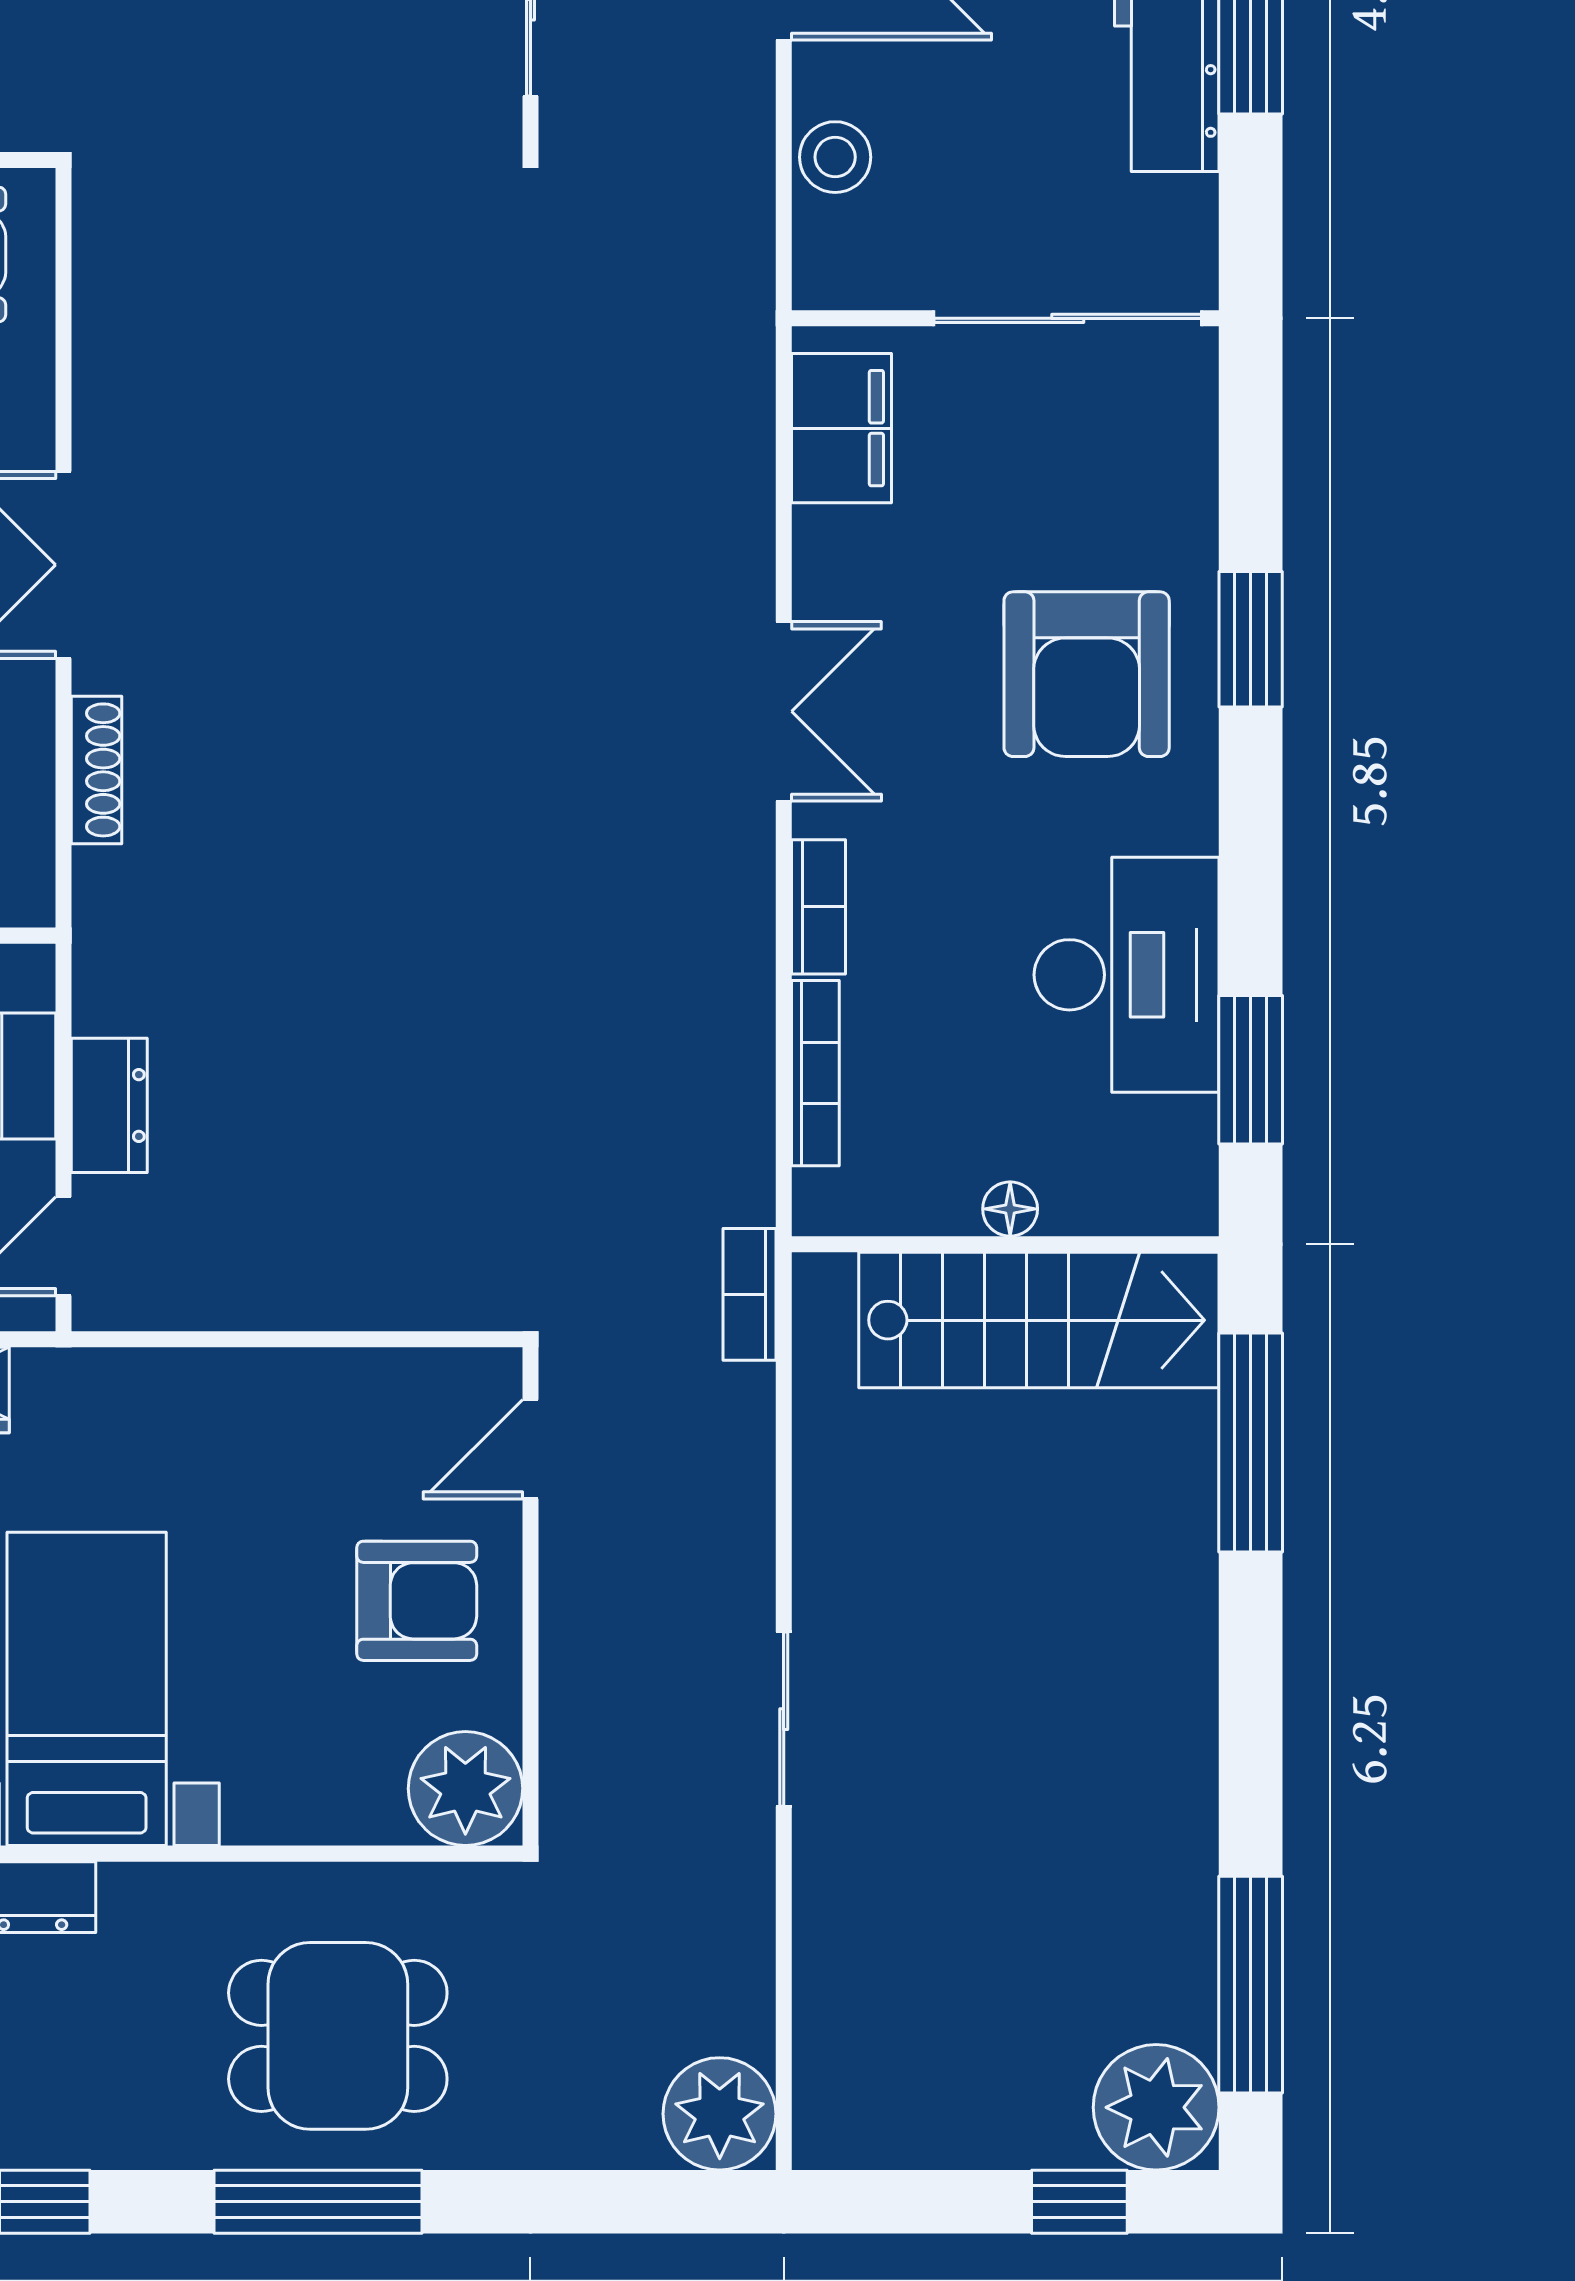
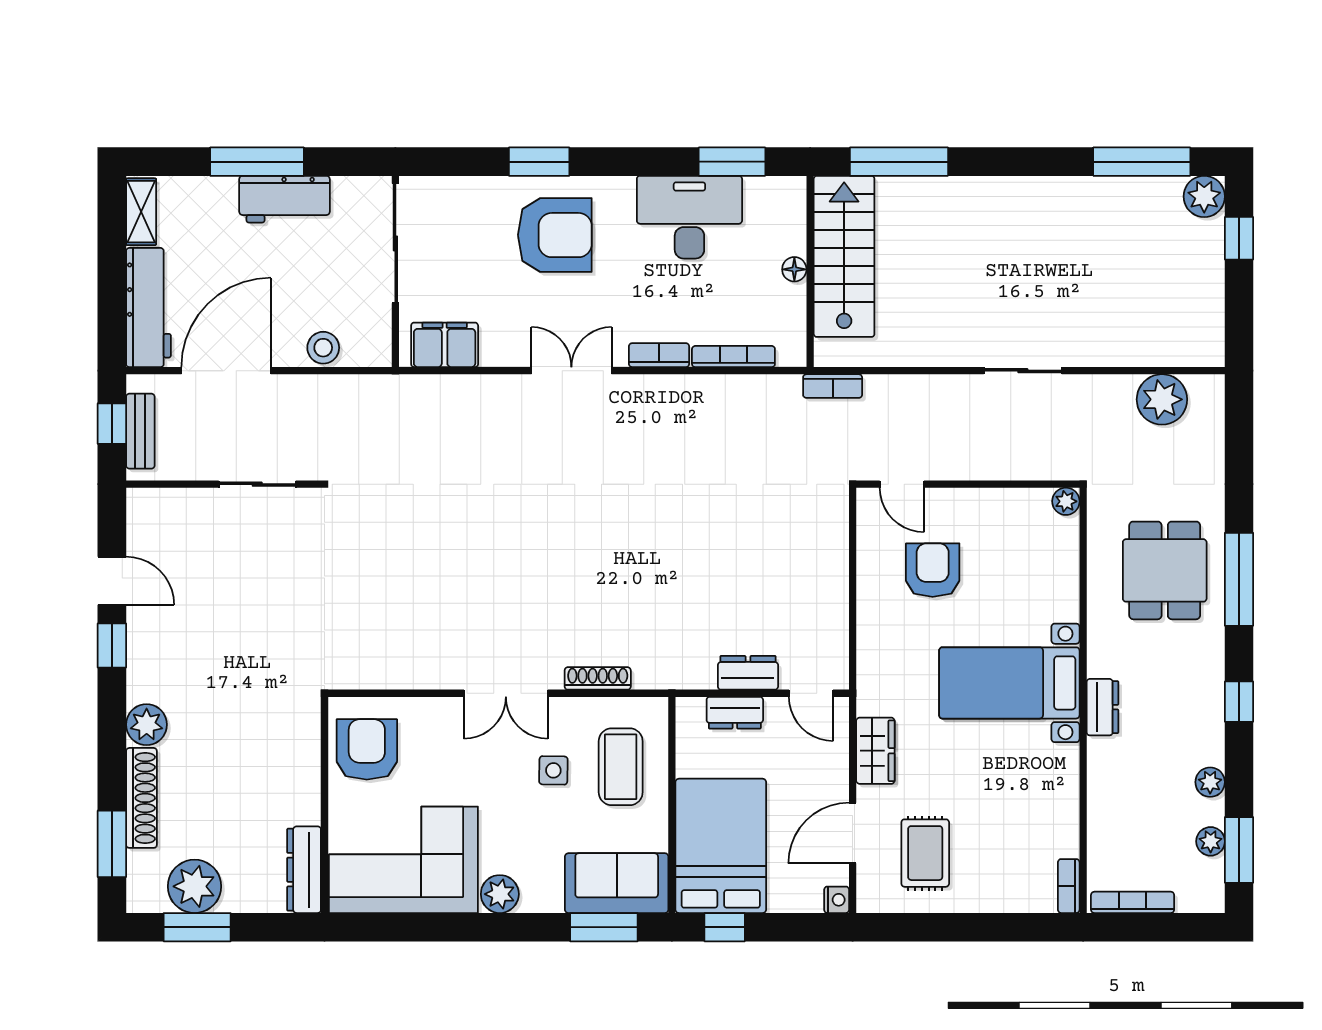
armchair: (417, 1601) -> (933, 570), moved
plant: (465, 1789) -> (1066, 501), width x0.53, depth x0.53
plant: (1156, 2107) -> (1204, 196), width x0.73, depth x0.73
plant: (720, 2114) -> (1162, 399), moved

